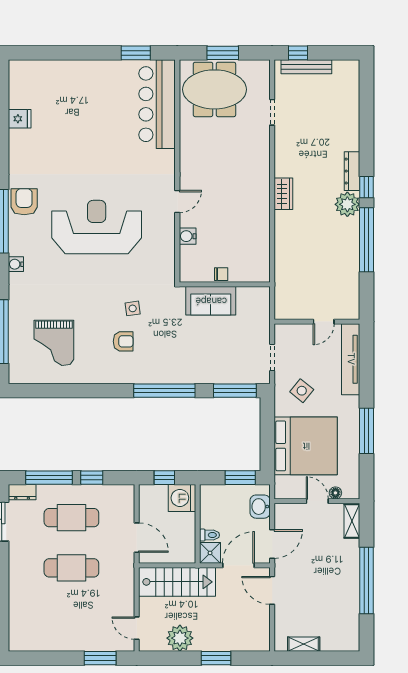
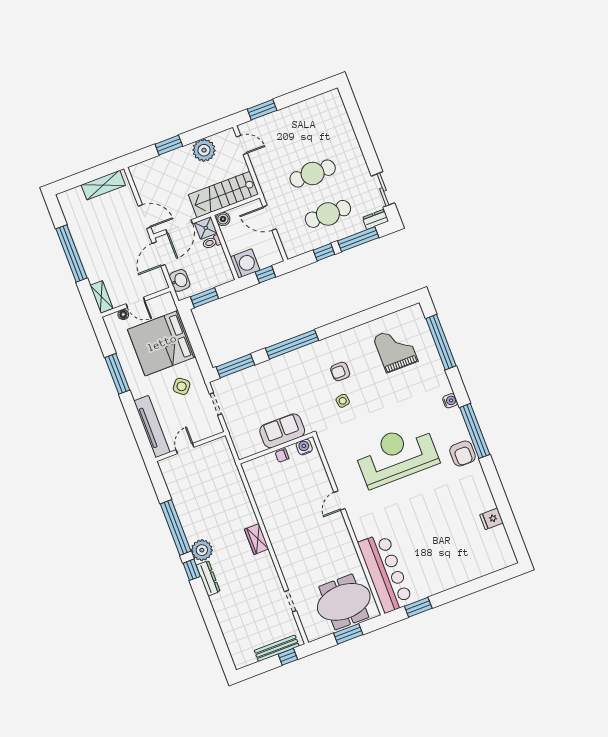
reception desk: (97, 227) -> (397, 455), turned 180
water cooler: (188, 236) -> (304, 447), moved, turned -90
boiler: (188, 555) -> (223, 219), added
shelving: (304, 644) -> (103, 185), width x1.50, depth x1.33

